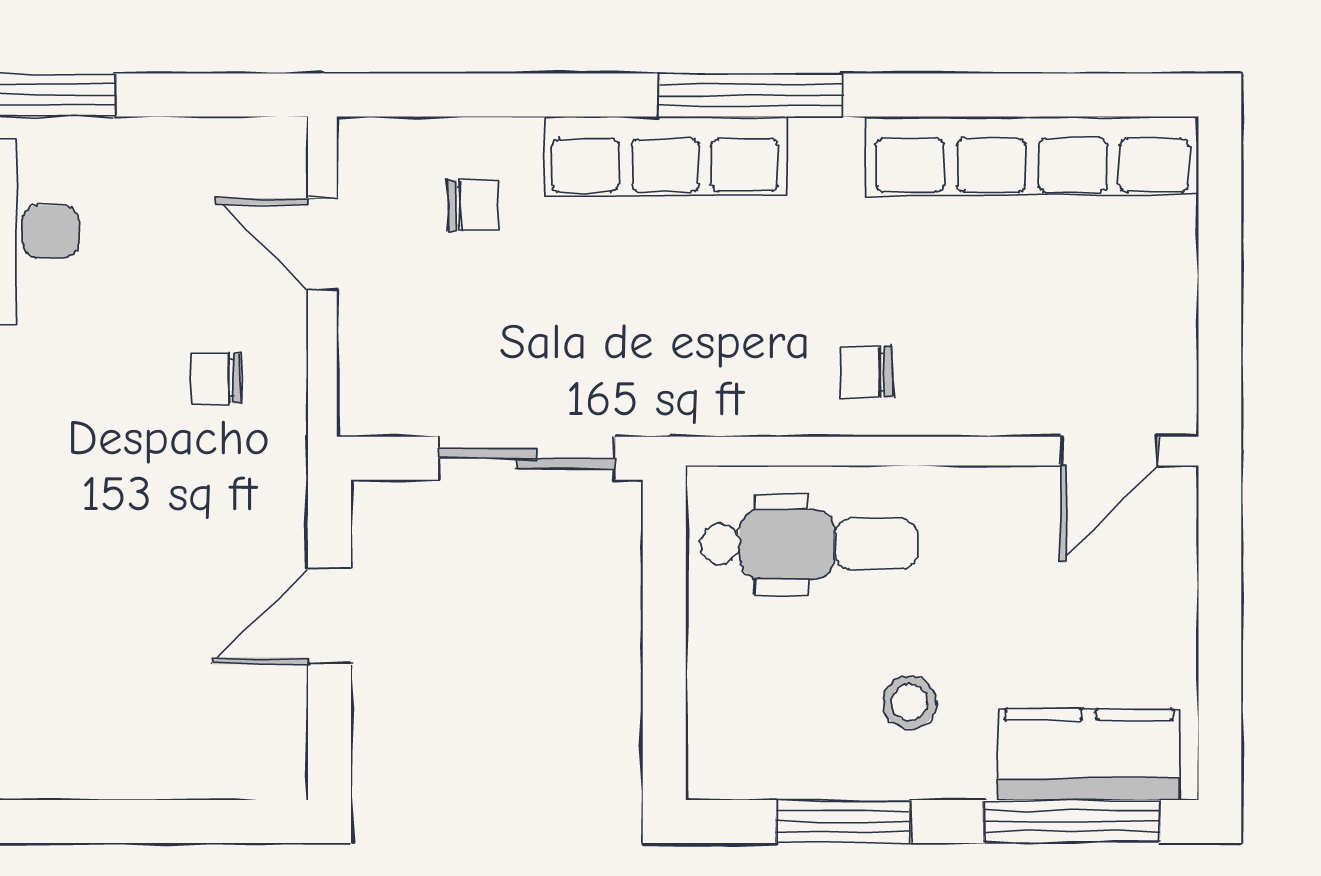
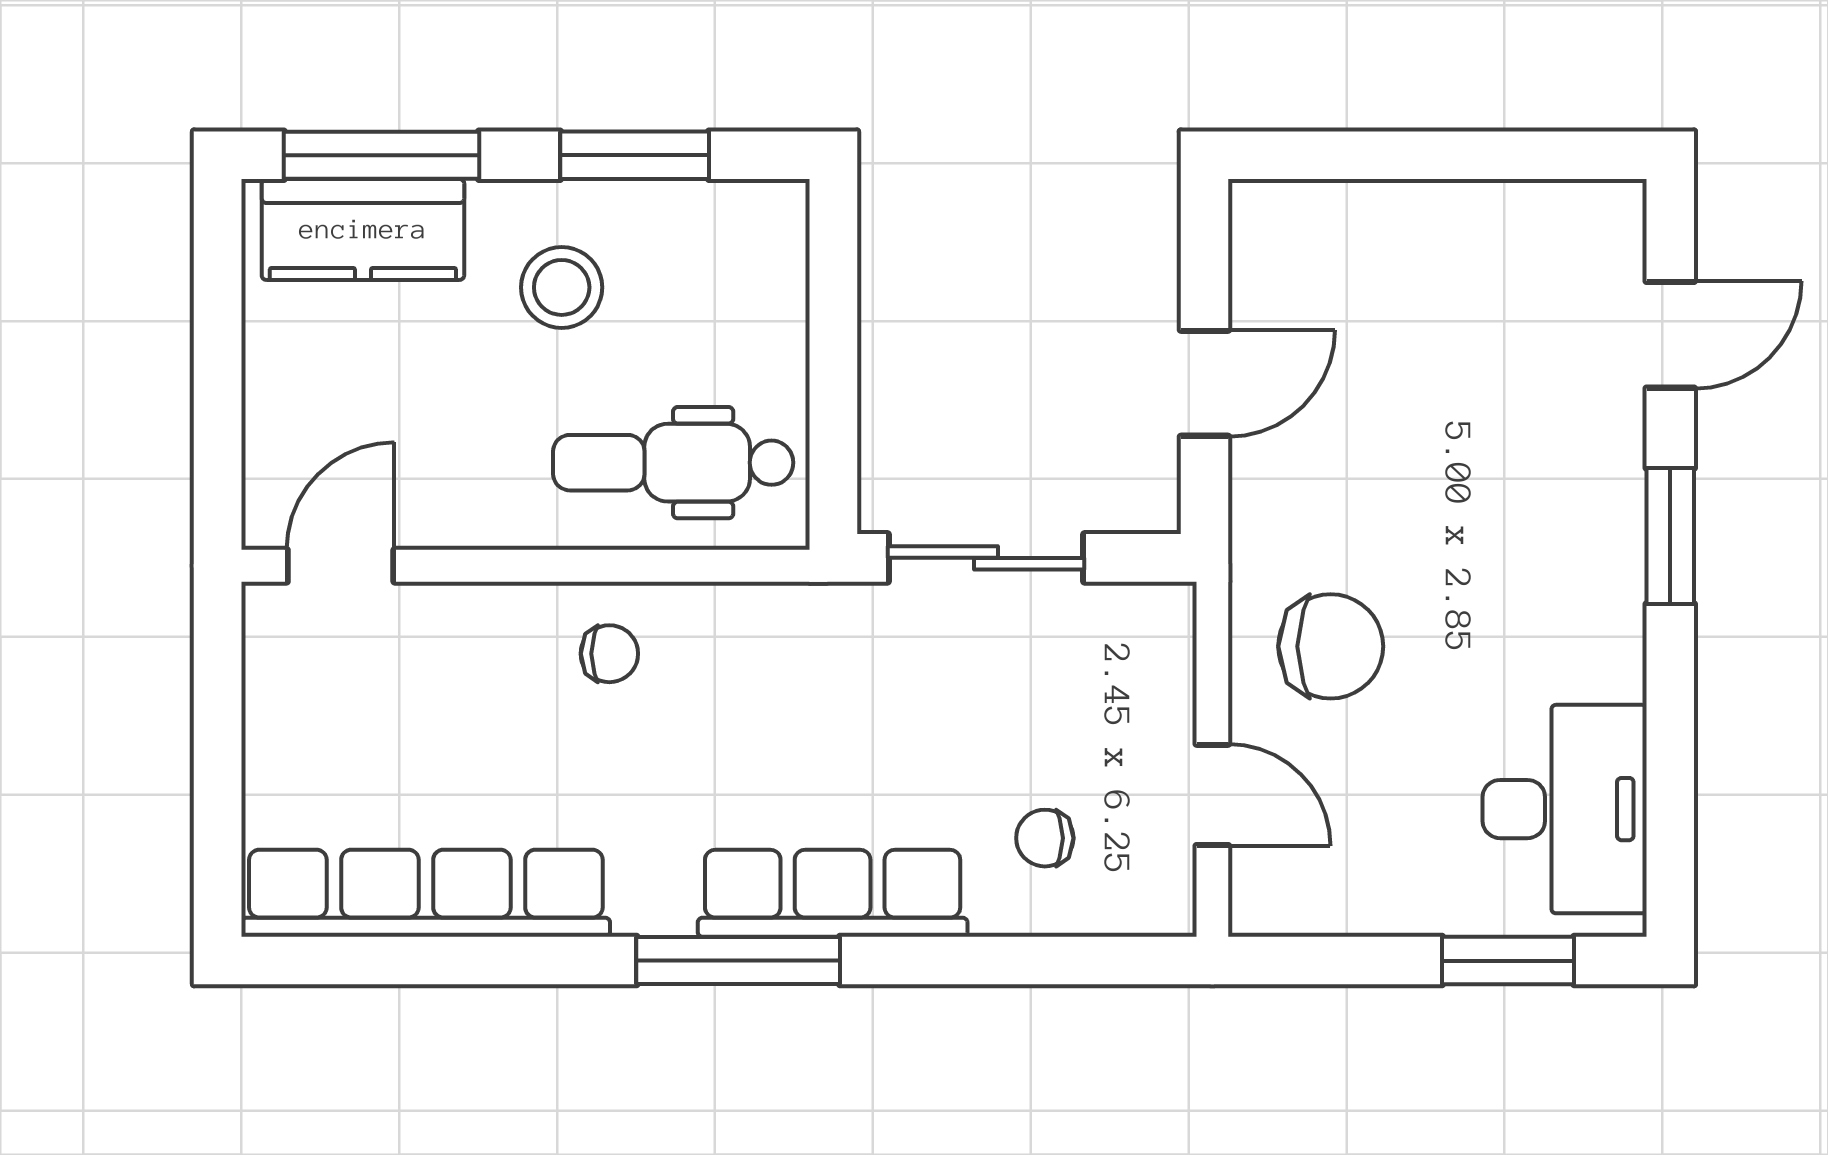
chair: (216, 378) -> (1331, 646), width x1.87, depth x1.87
stool: (909, 702) -> (562, 287), width x1.37, depth x1.37

